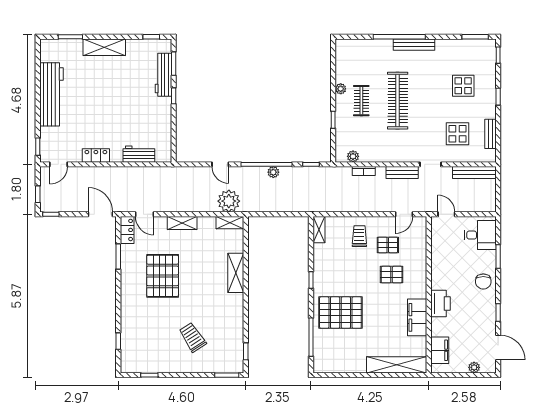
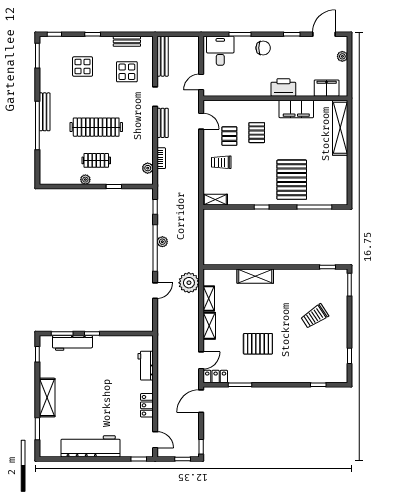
shelving: (230, 223) -> (209, 298), moved
pallet: (163, 276) -> (258, 344), width x0.73, depth x0.71

